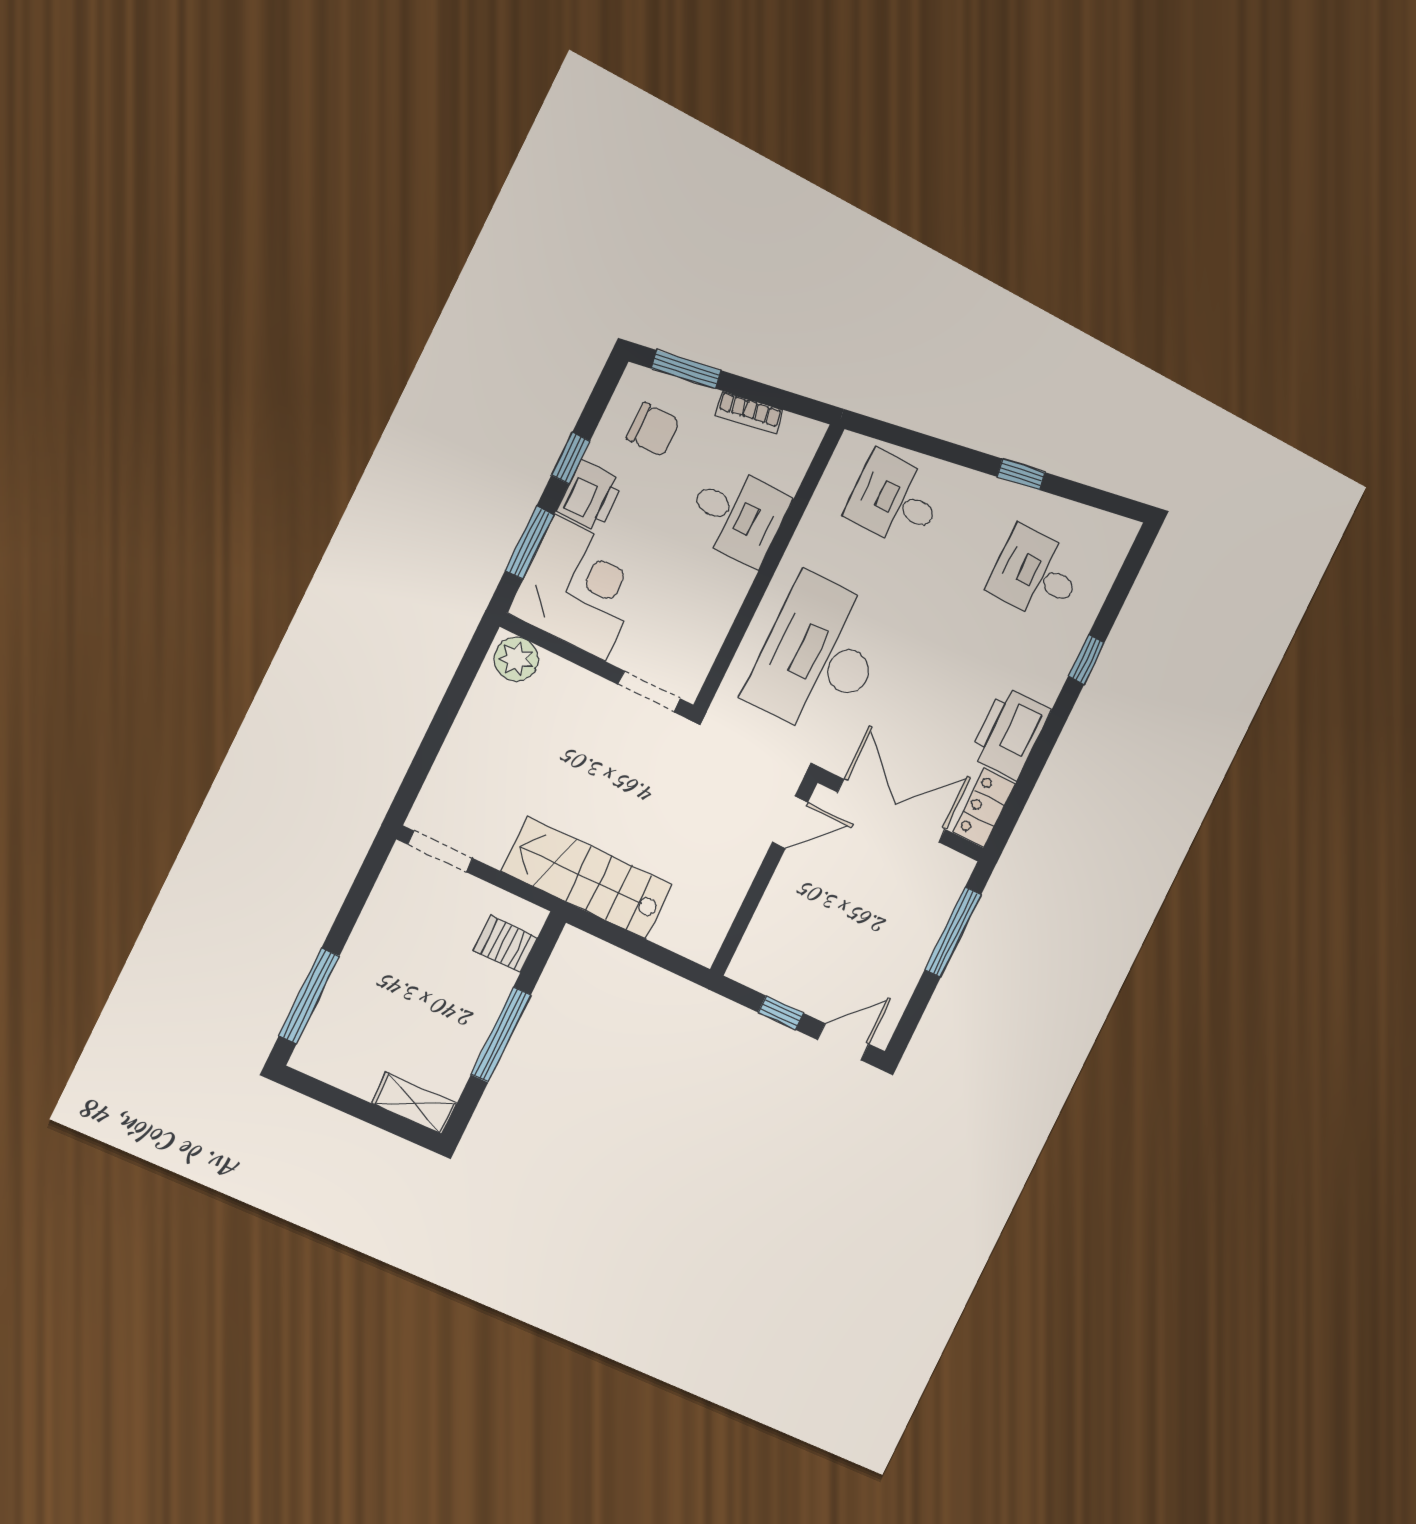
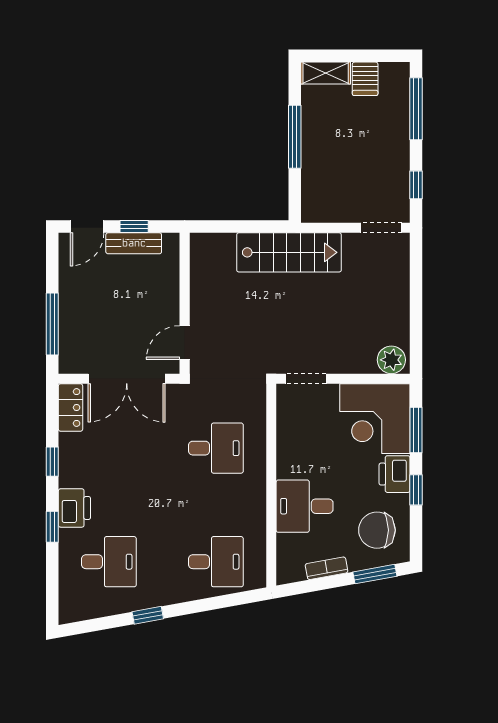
chair: (653, 430) -> (377, 530), width x1.37, depth x1.37
desk: (819, 657) -> (216, 448), width x0.53, depth x0.77
printer: (1010, 733) -> (74, 508), moved, width x0.73, depth x0.84
window: (1043, 747) -> (52, 462), added
window: (361, 889) -> (416, 185), added
server rack: (506, 944) -> (365, 79), moved, turned 90
bench: (792, 990) -> (134, 243), added

